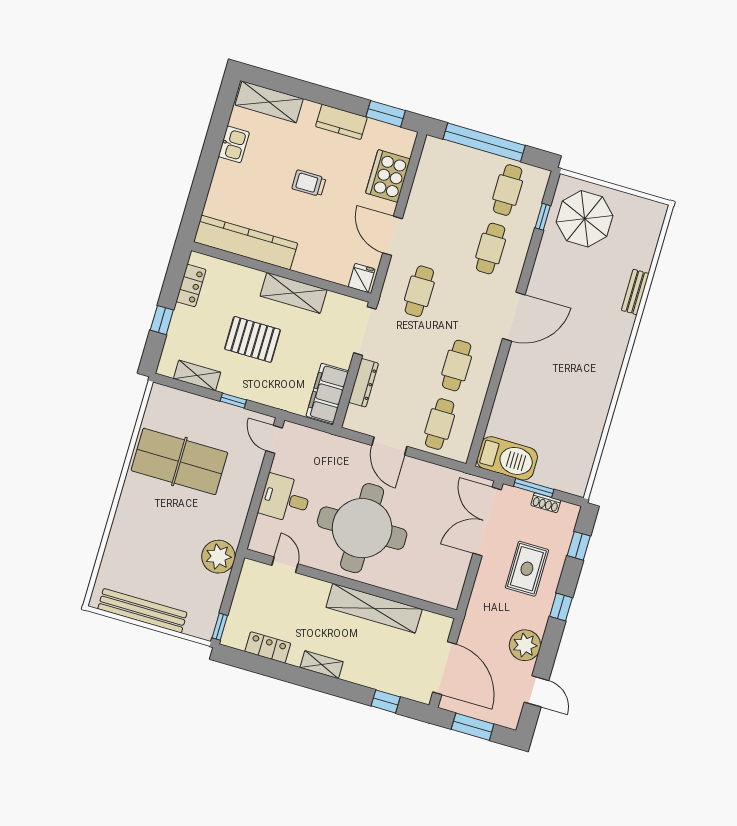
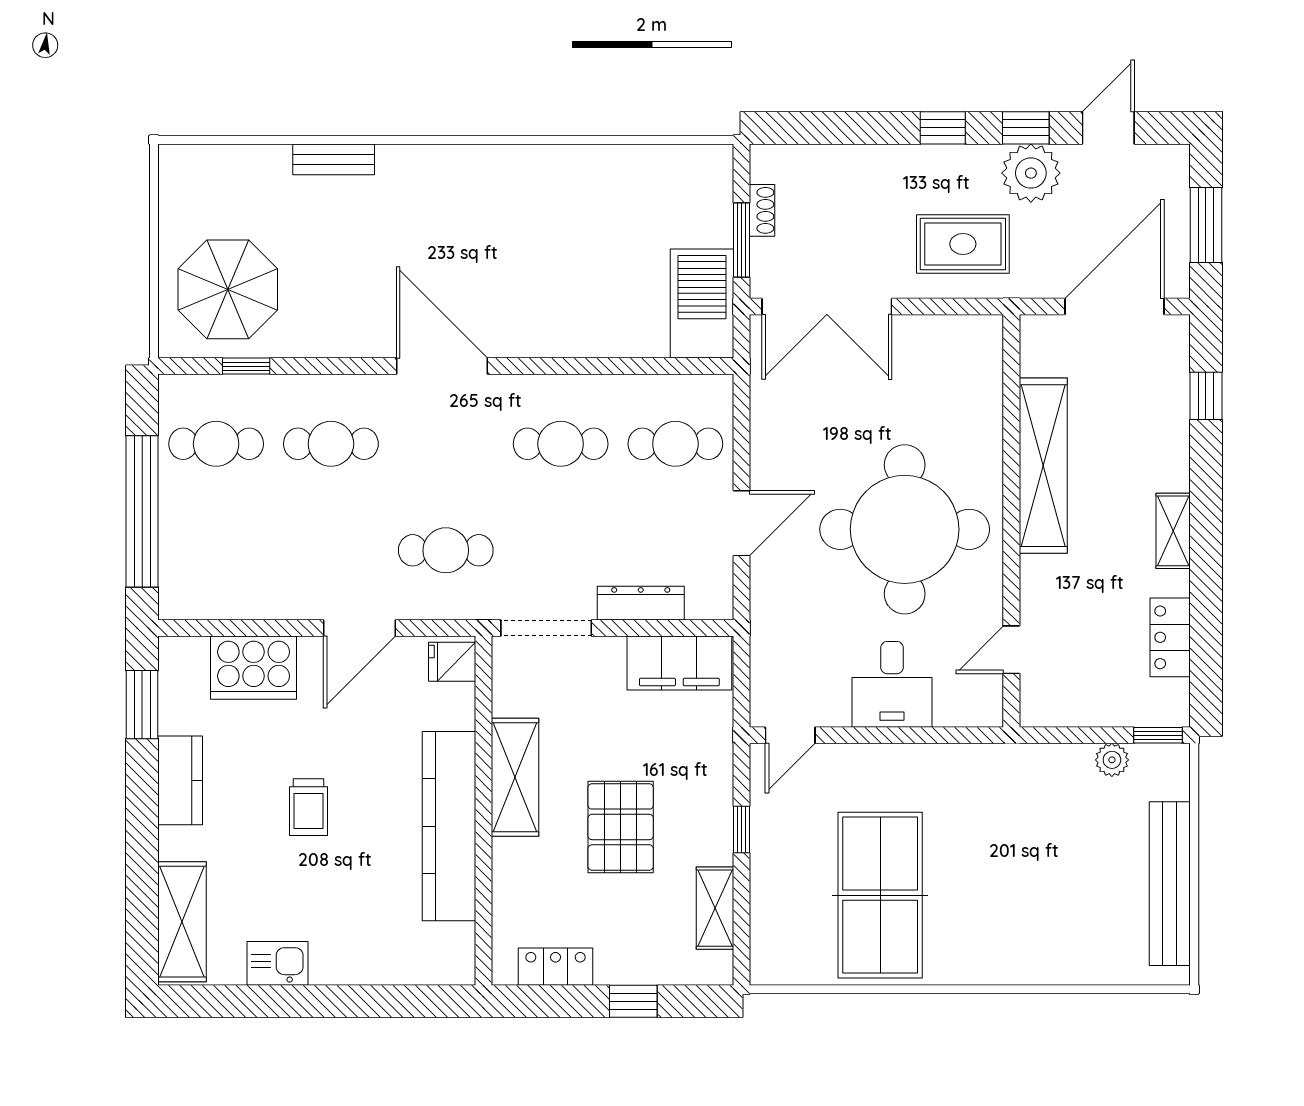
kitchen counter: (246, 243) -> (449, 826), moved
window: (579, 546) -> (1026, 128), moved
plant: (218, 557) -> (1112, 760), moved, width x0.53, depth x0.53
rug: (527, 569) -> (963, 244), moved

